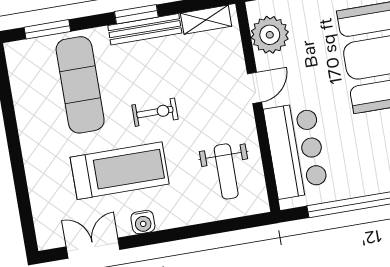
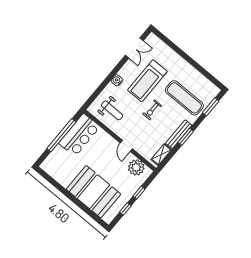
bar counter: (296, 150) -> (79, 135), moved, turned -90
weight bench: (226, 171) -> (112, 110), turned 180
water cooler: (143, 222) -> (117, 80), moved

